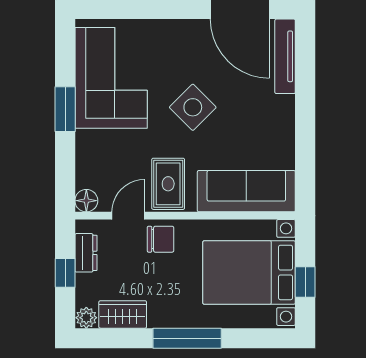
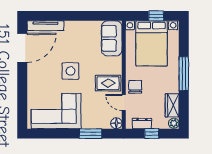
side table: (193, 107) -> (71, 71), turned 45
window: (65, 109) -> (91, 134), moved
sofa: (246, 191) -> (112, 38), width x0.73

